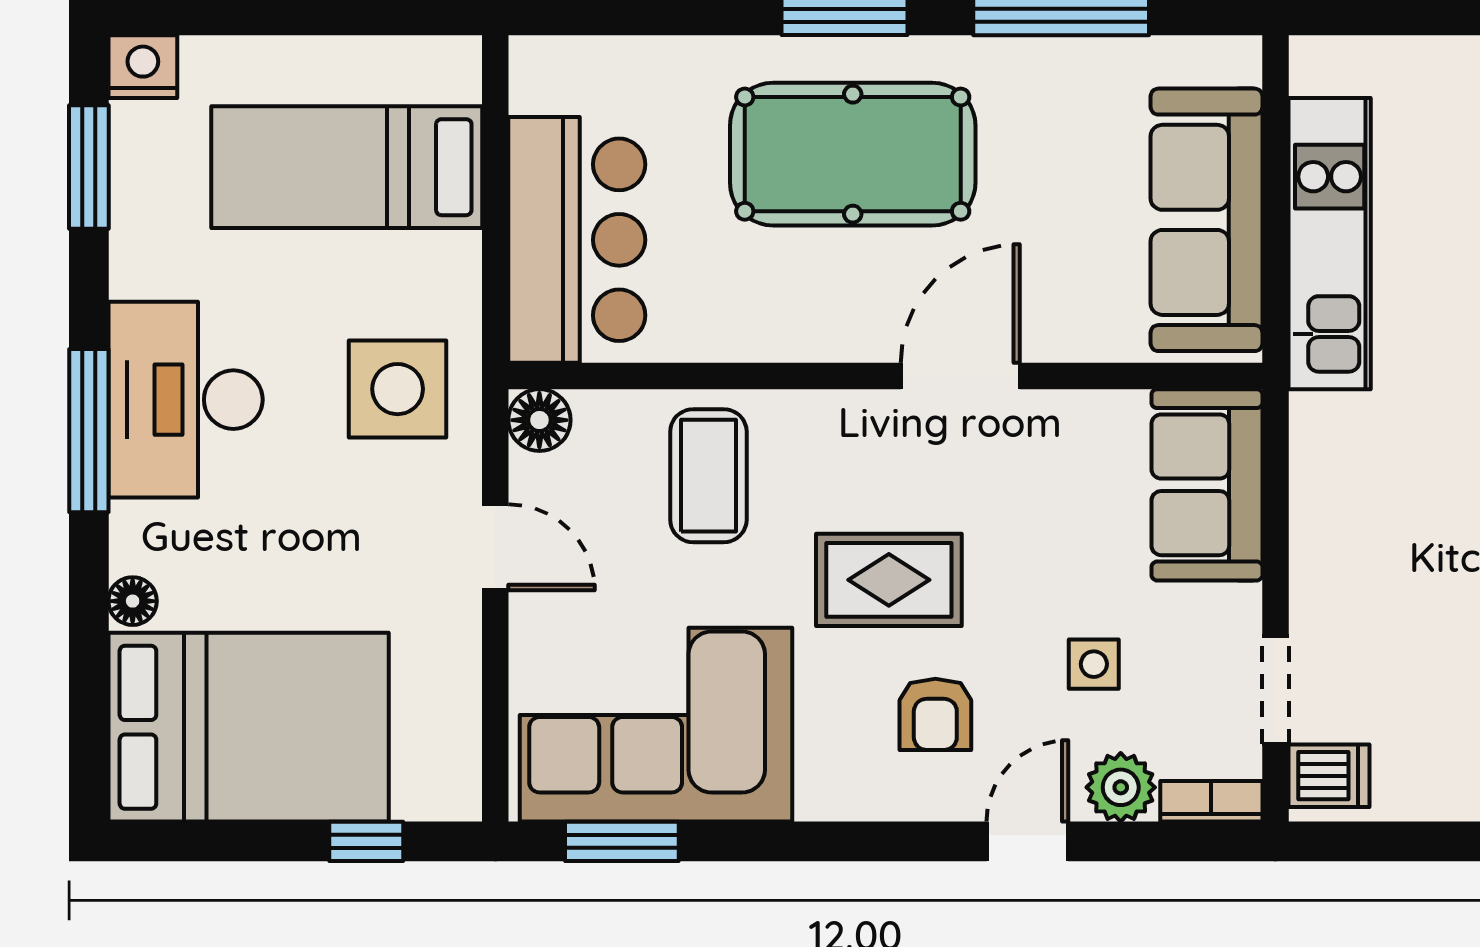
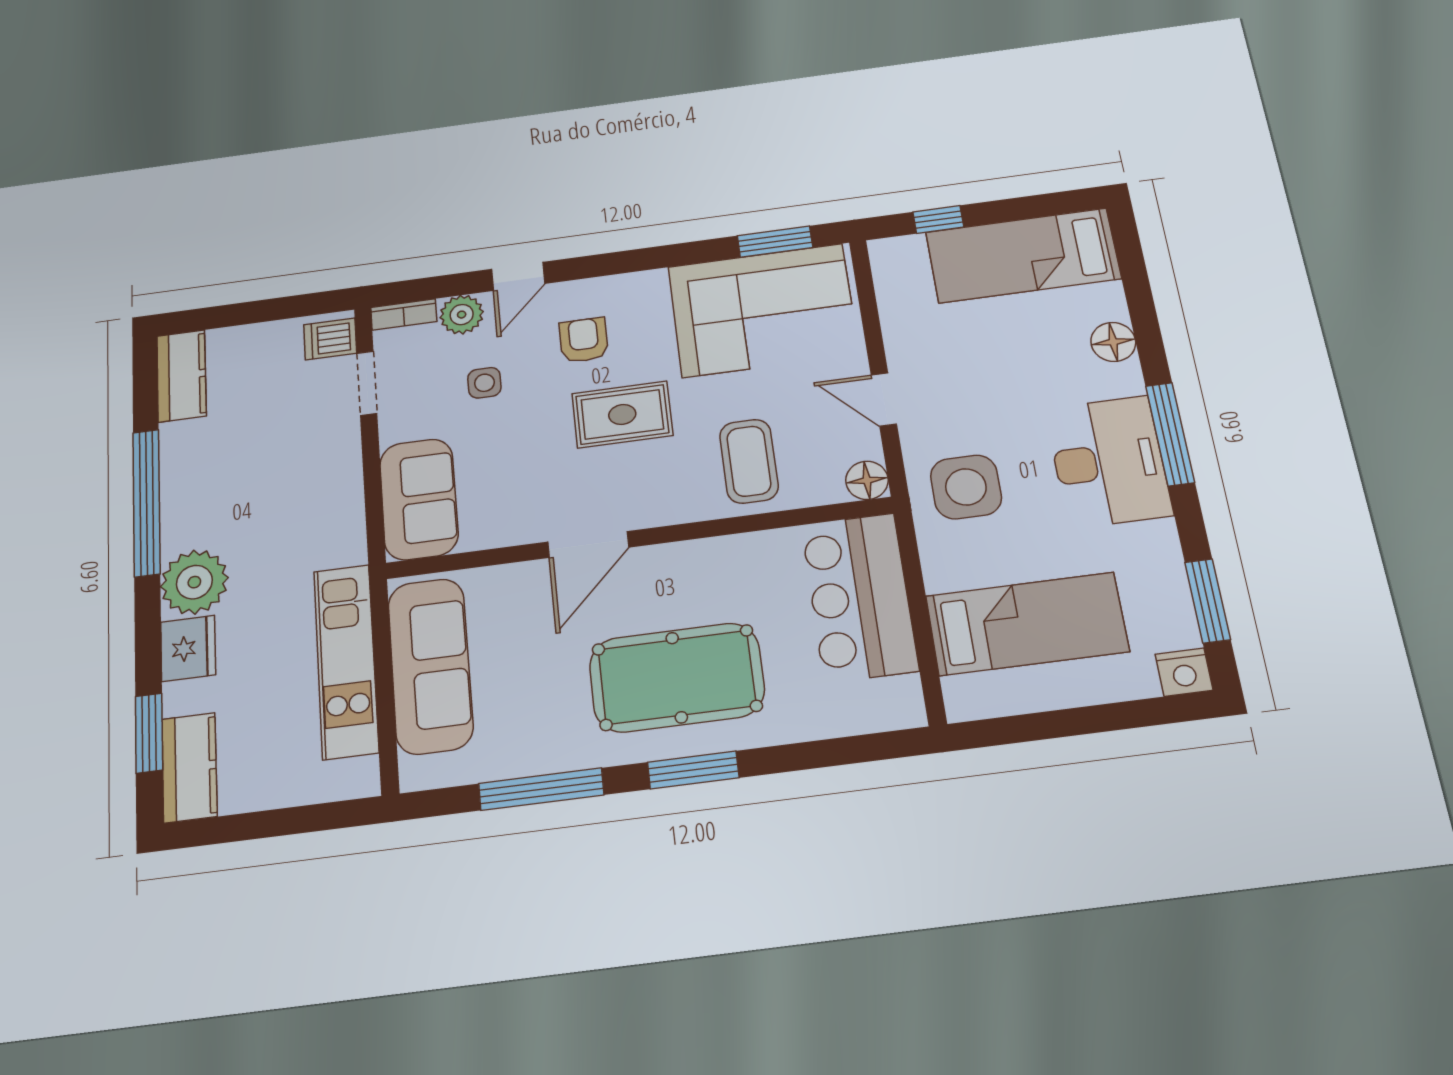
floor lamp: (133, 601) -> (1113, 342), width x1.37, depth x1.37
bed: (249, 727) -> (1023, 255), width x0.67

